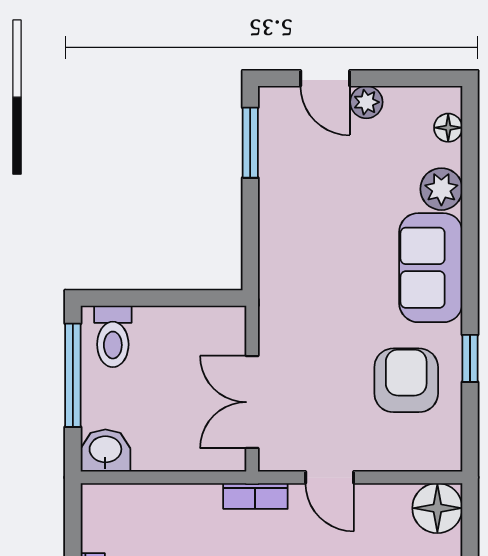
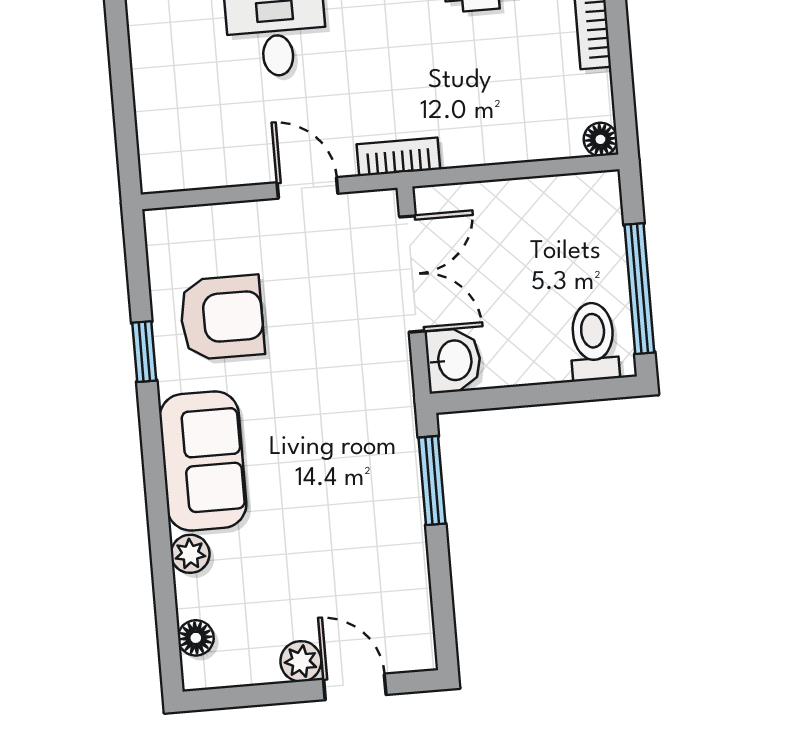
window: (250, 143) -> (432, 481), moved
plant: (441, 189) -> (190, 554), width x0.73, depth x0.73
armchair: (406, 380) -> (222, 317), turned -90
washbasin: (105, 450) -> (453, 360), moved, turned -90
floor lamp: (437, 508) -> (600, 139), moved, width x0.53, depth x0.53

